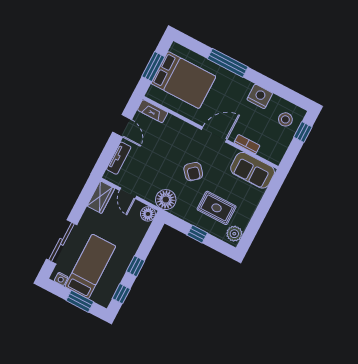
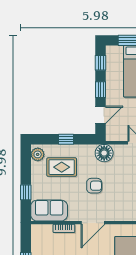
armchair: (193, 172) -> (94, 186), turned 131
window: (267, 201) -> (26, 192), added
floor lamp: (148, 214) -> (112, 135), removed
door: (149, 240) -> (101, 115), added

